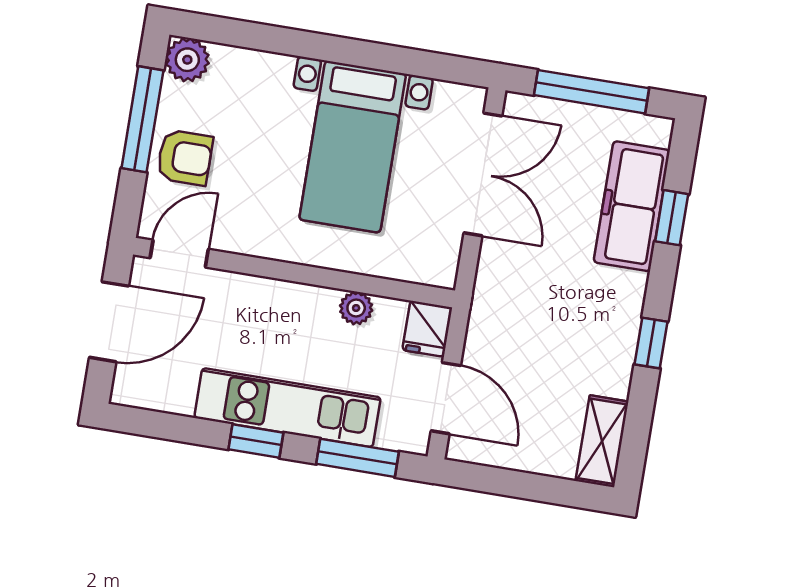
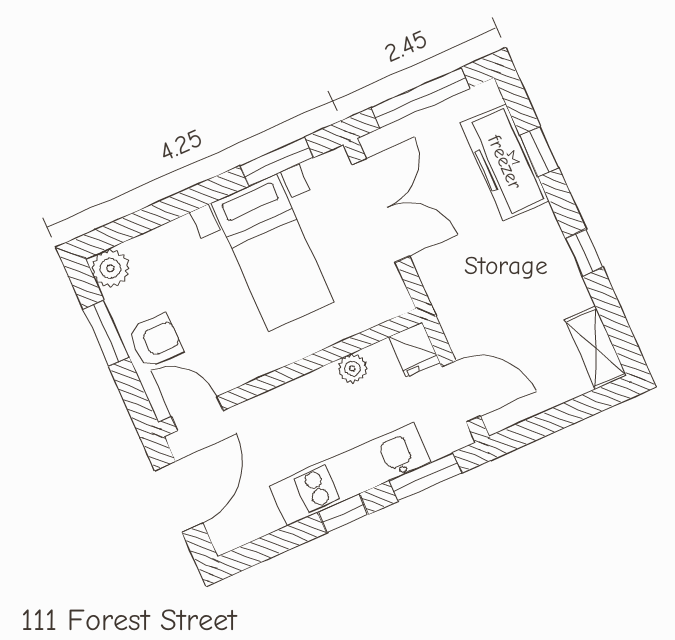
window: (414, 62) -> (277, 162), added
window: (142, 119) -> (106, 333), width x0.69
door: (179, 254) -> (197, 413), hinge flipped

